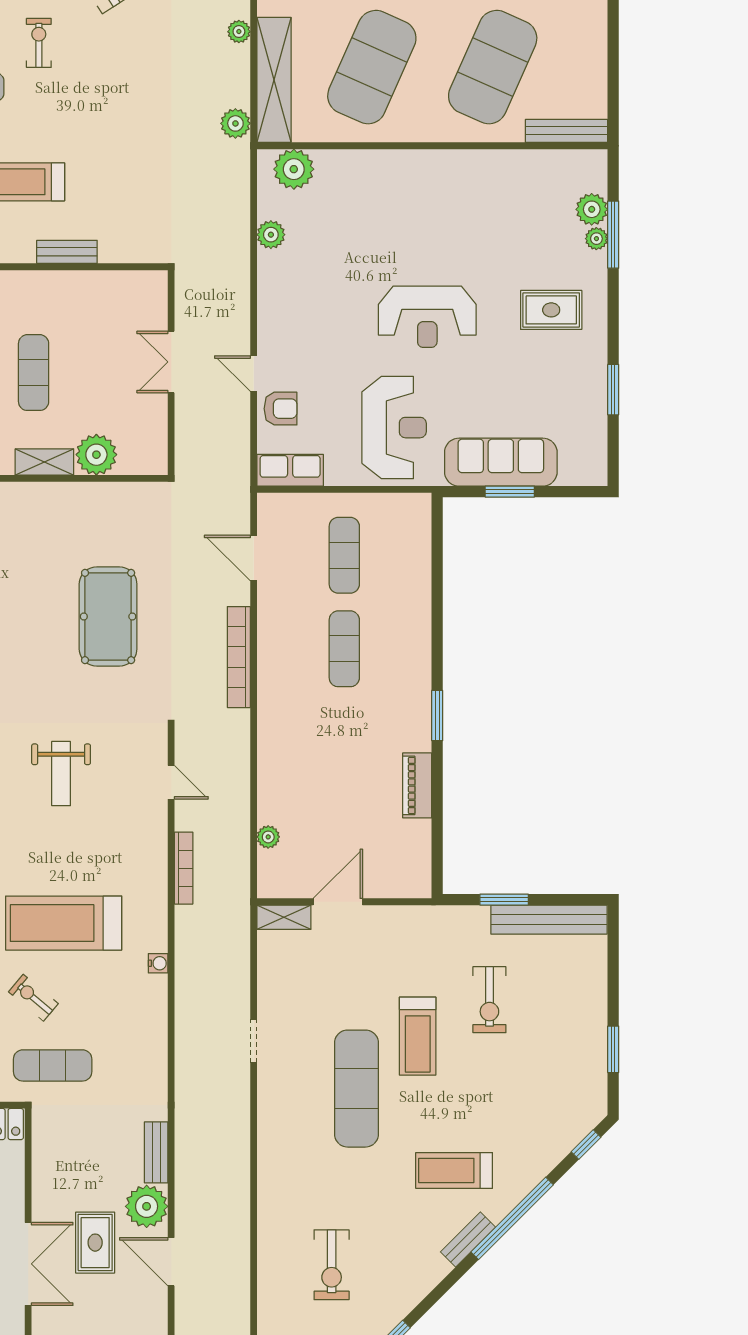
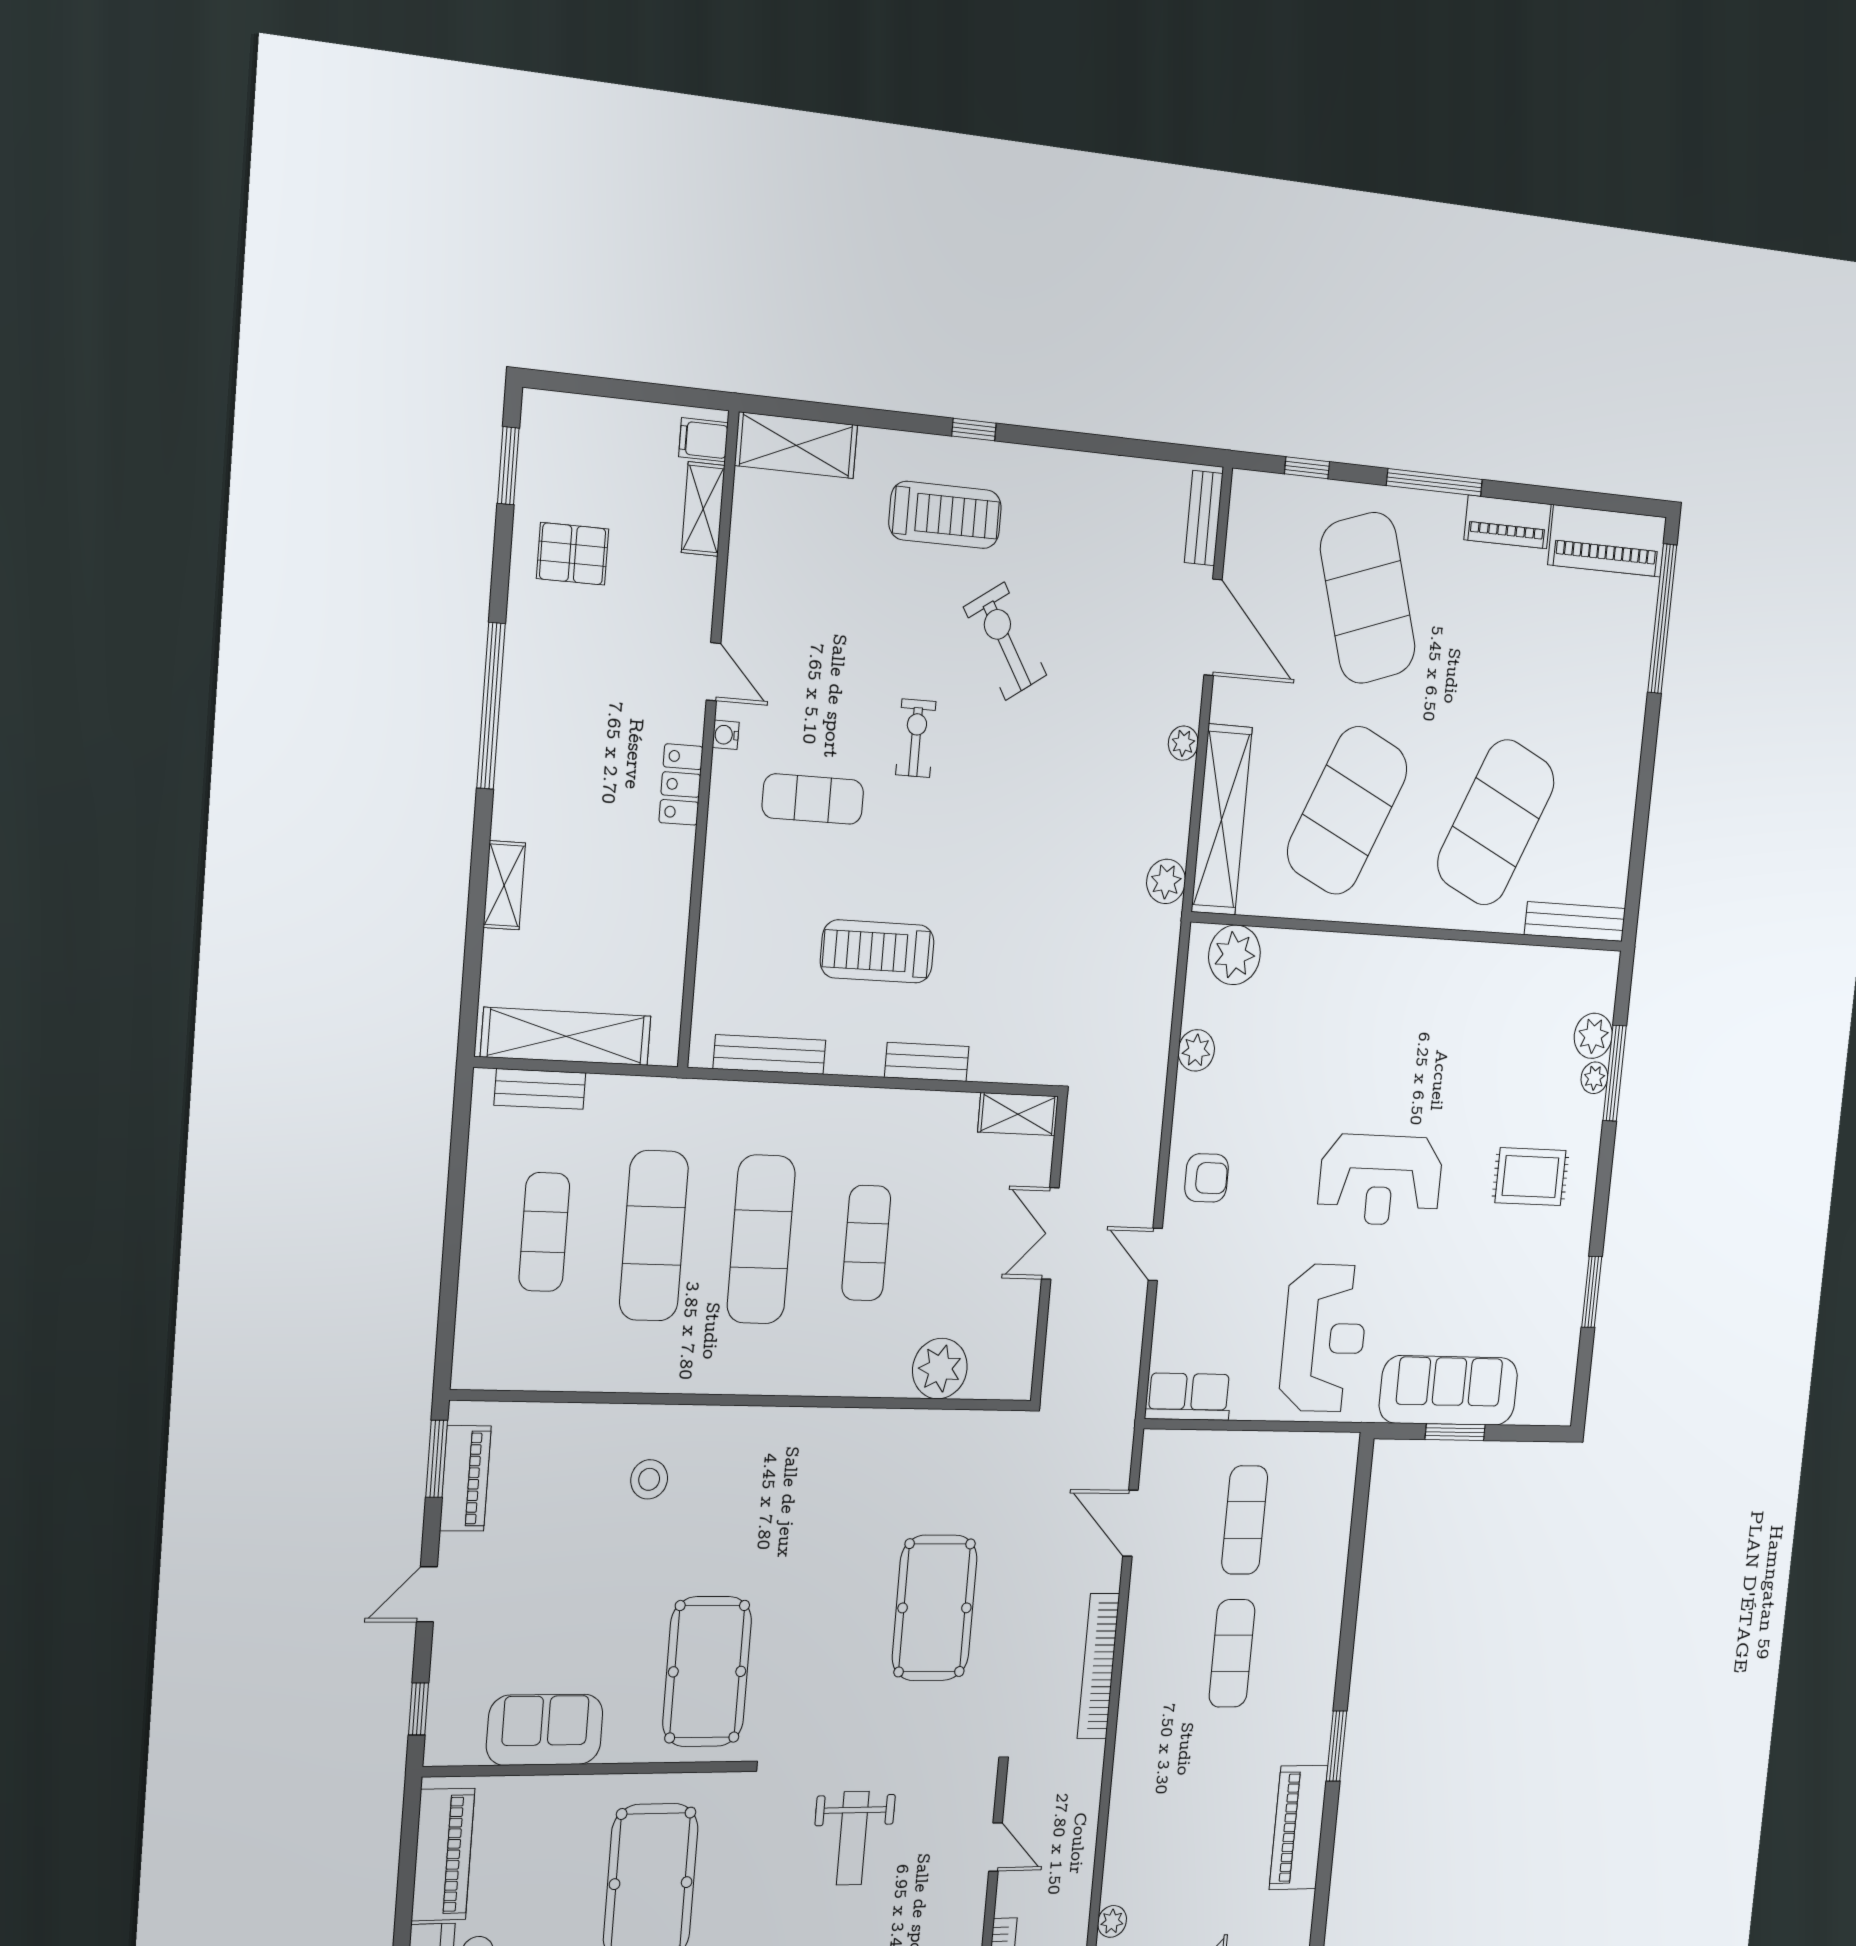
armchair: (281, 409) -> (1206, 1178), moved
shelving: (44, 462) -> (1018, 1114), moved
piano: (417, 785) -> (1299, 1827), width x1.37, depth x1.33

